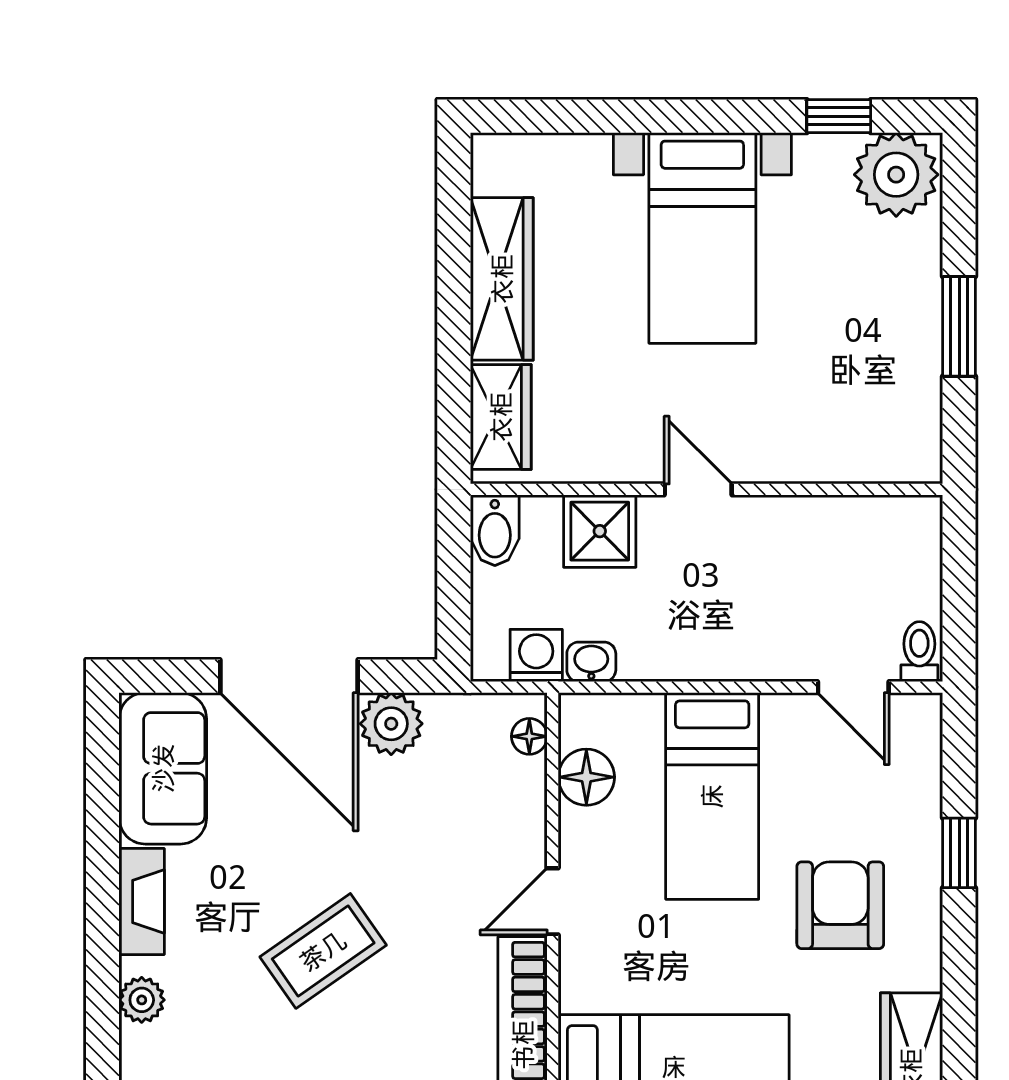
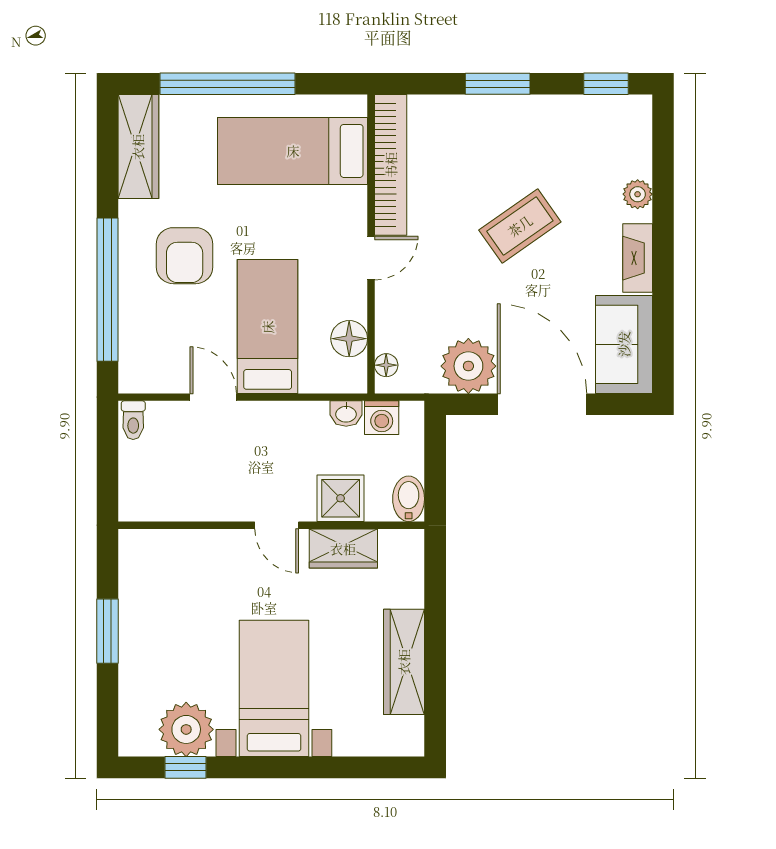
plant: (896, 175) -> (186, 729), moved
wardrobe: (501, 417) -> (343, 549), moved, turned -90
door: (853, 687) -> (213, 397), moved
plant: (391, 724) -> (468, 366), width x1.36, depth x1.36
window: (959, 853) -> (108, 290), width x3.17

